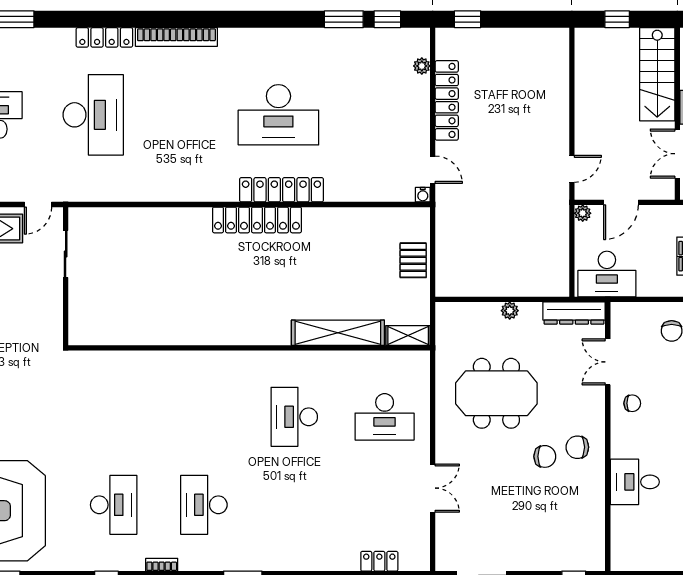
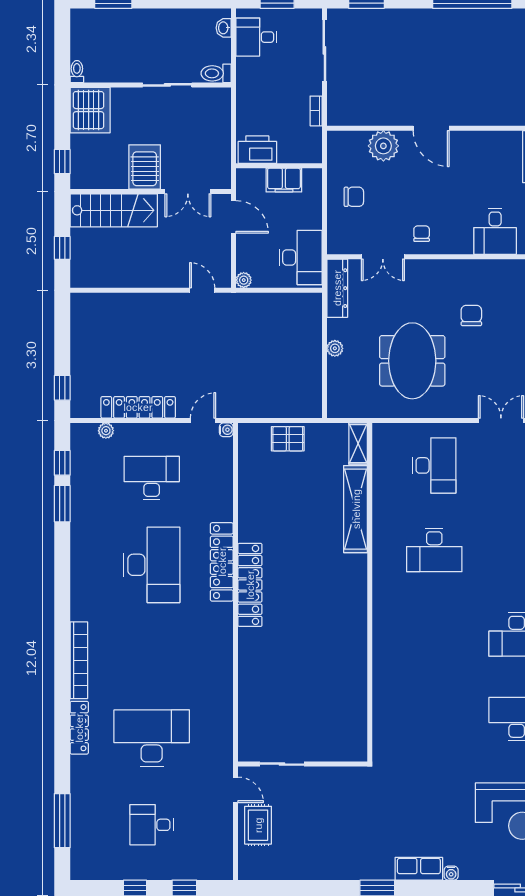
desk: (371, 115) -> (152, 478), added
door: (621, 202) -> (234, 217), moved
chair: (577, 447) -> (463, 285), removed

